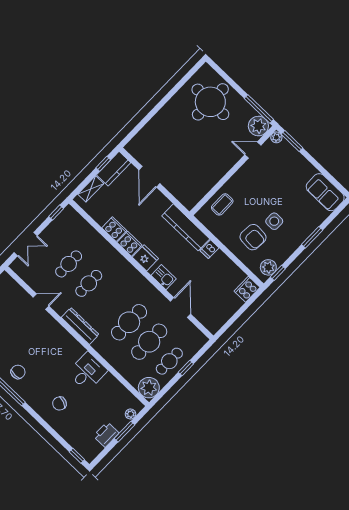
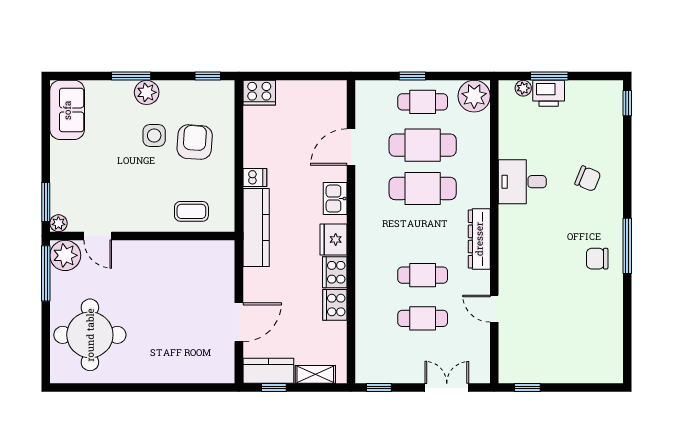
plant: (268, 267) -> (147, 92), moved
printer: (106, 434) -> (549, 93), moved

